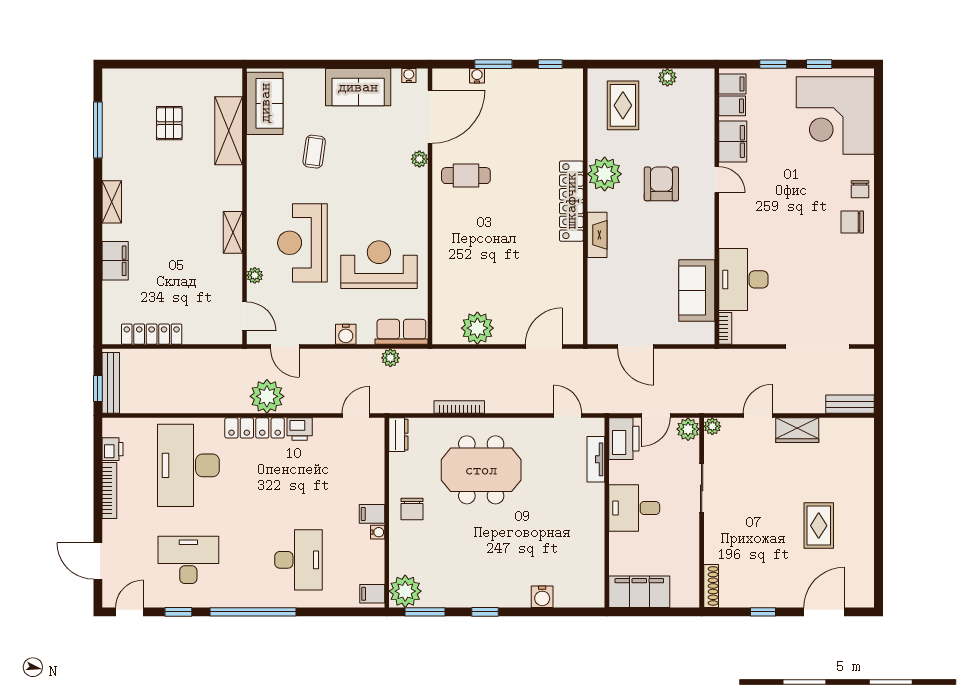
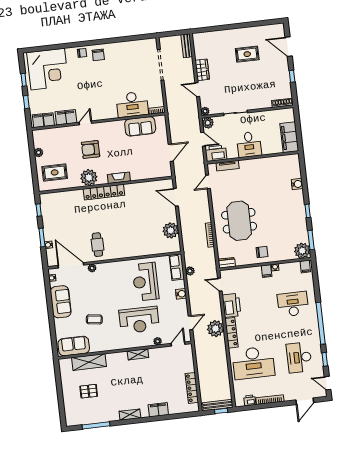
printer: (300, 429) -> (232, 305), width x1.87, depth x1.48

